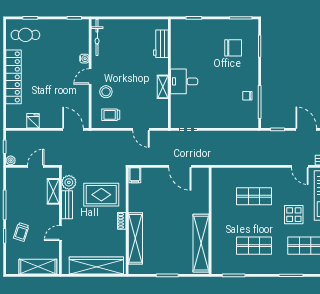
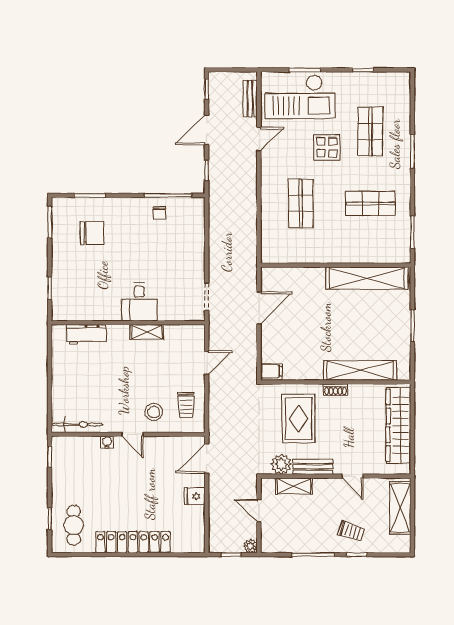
chair: (233, 48) -> (92, 233), turned 90
fridge: (33, 121) -> (195, 496), moved
shop shelf: (254, 246) -> (370, 204), turned 90

